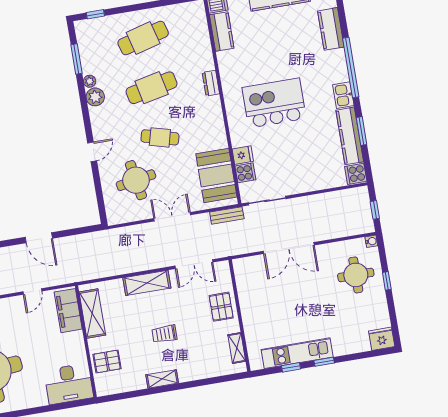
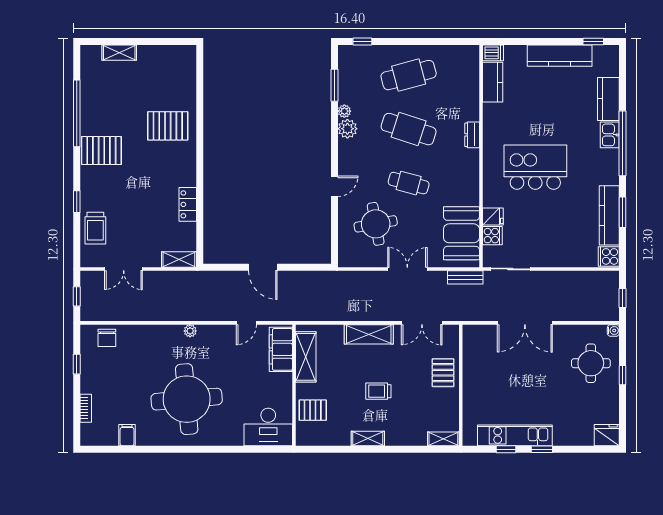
cafe table: (152, 88) -> (409, 129), turned 30
kitchen sink: (343, 95) -> (610, 135), moved
shelving: (237, 348) -> (443, 439), moved, turned 90

